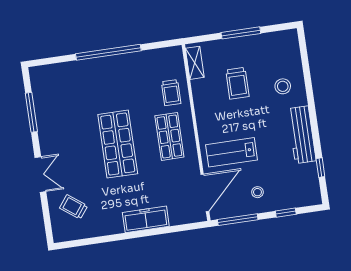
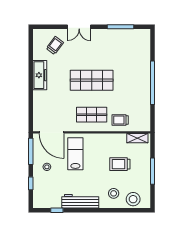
stool: (287, 56) -> (133, 199), added
freezer: (146, 219) -> (40, 75), moved

